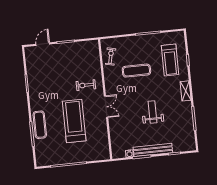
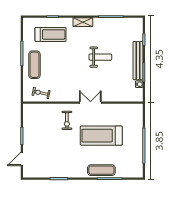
door: (43, 44) -> (22, 159), hinge flipped
exercise mat: (136, 71) -> (34, 65), moved
weight bench: (152, 112) -> (100, 57), turned 180

